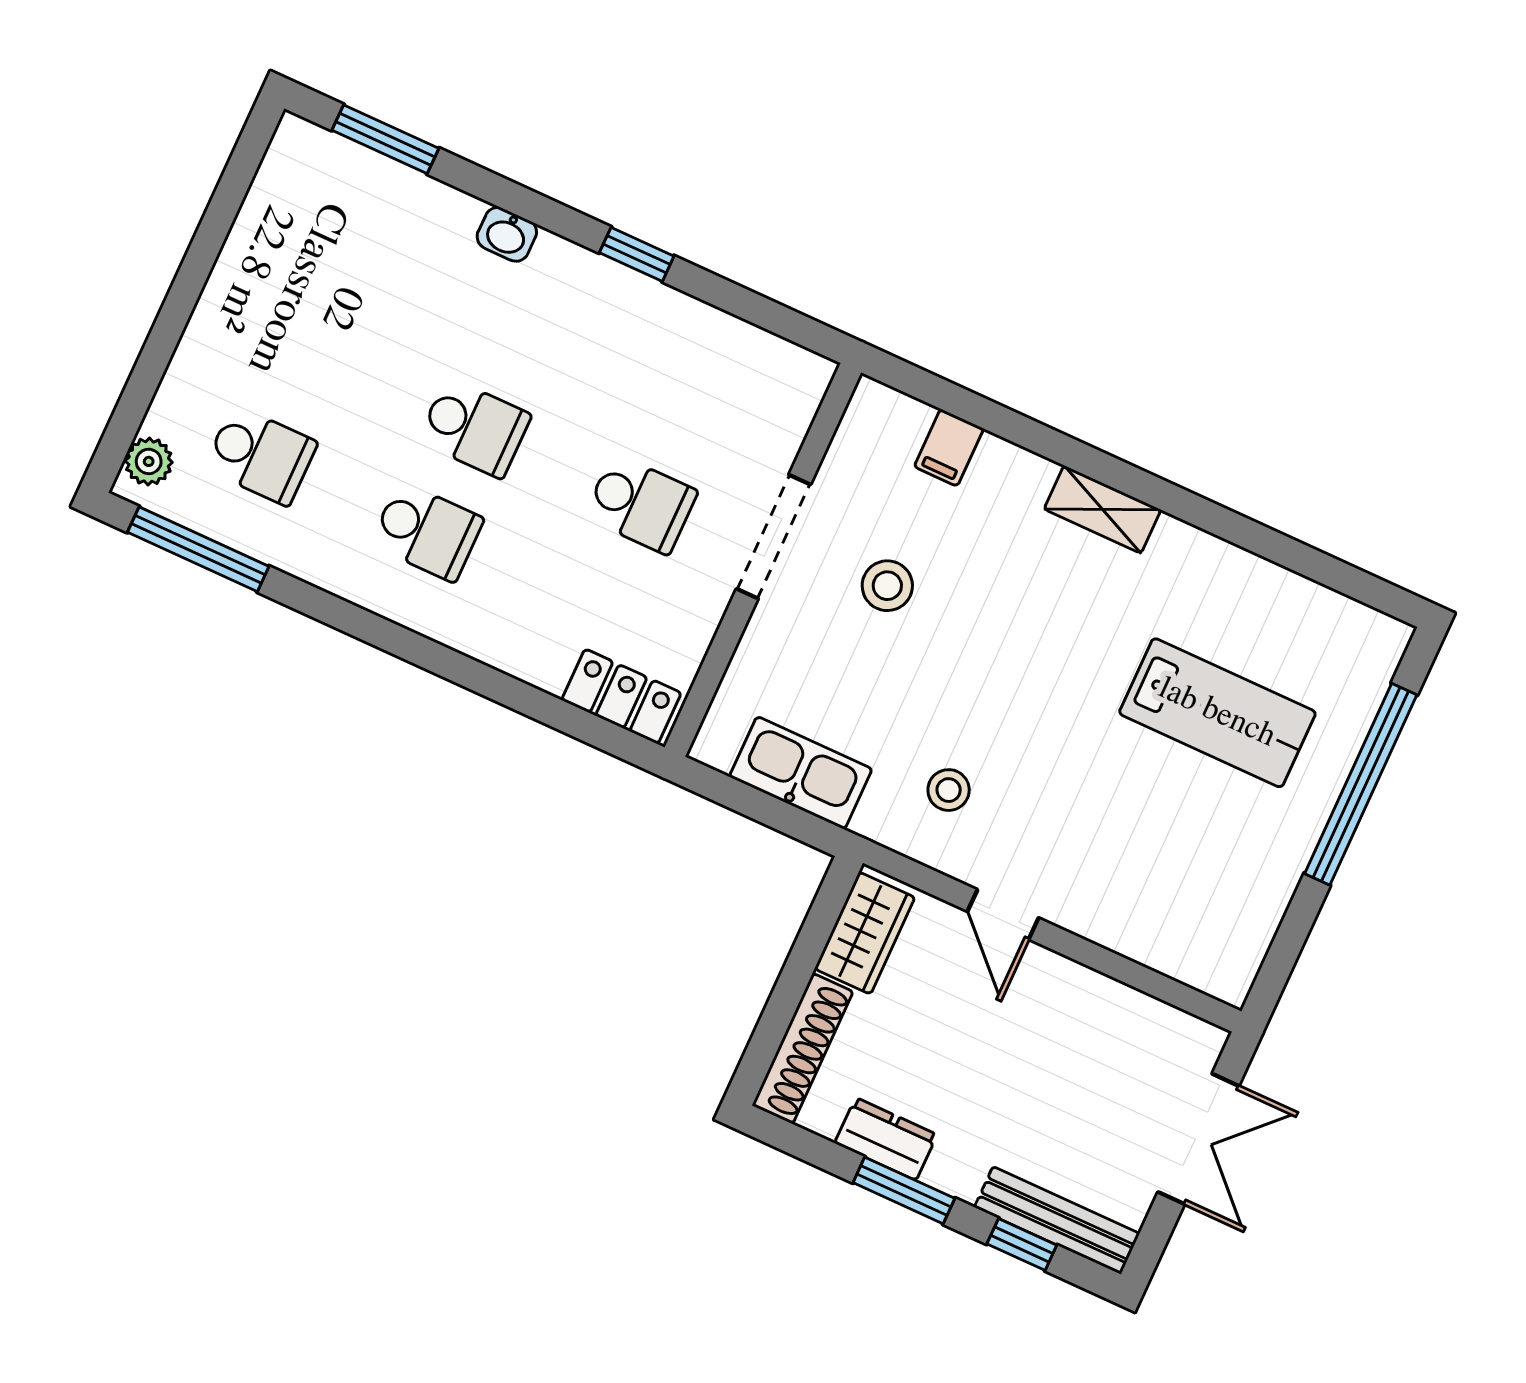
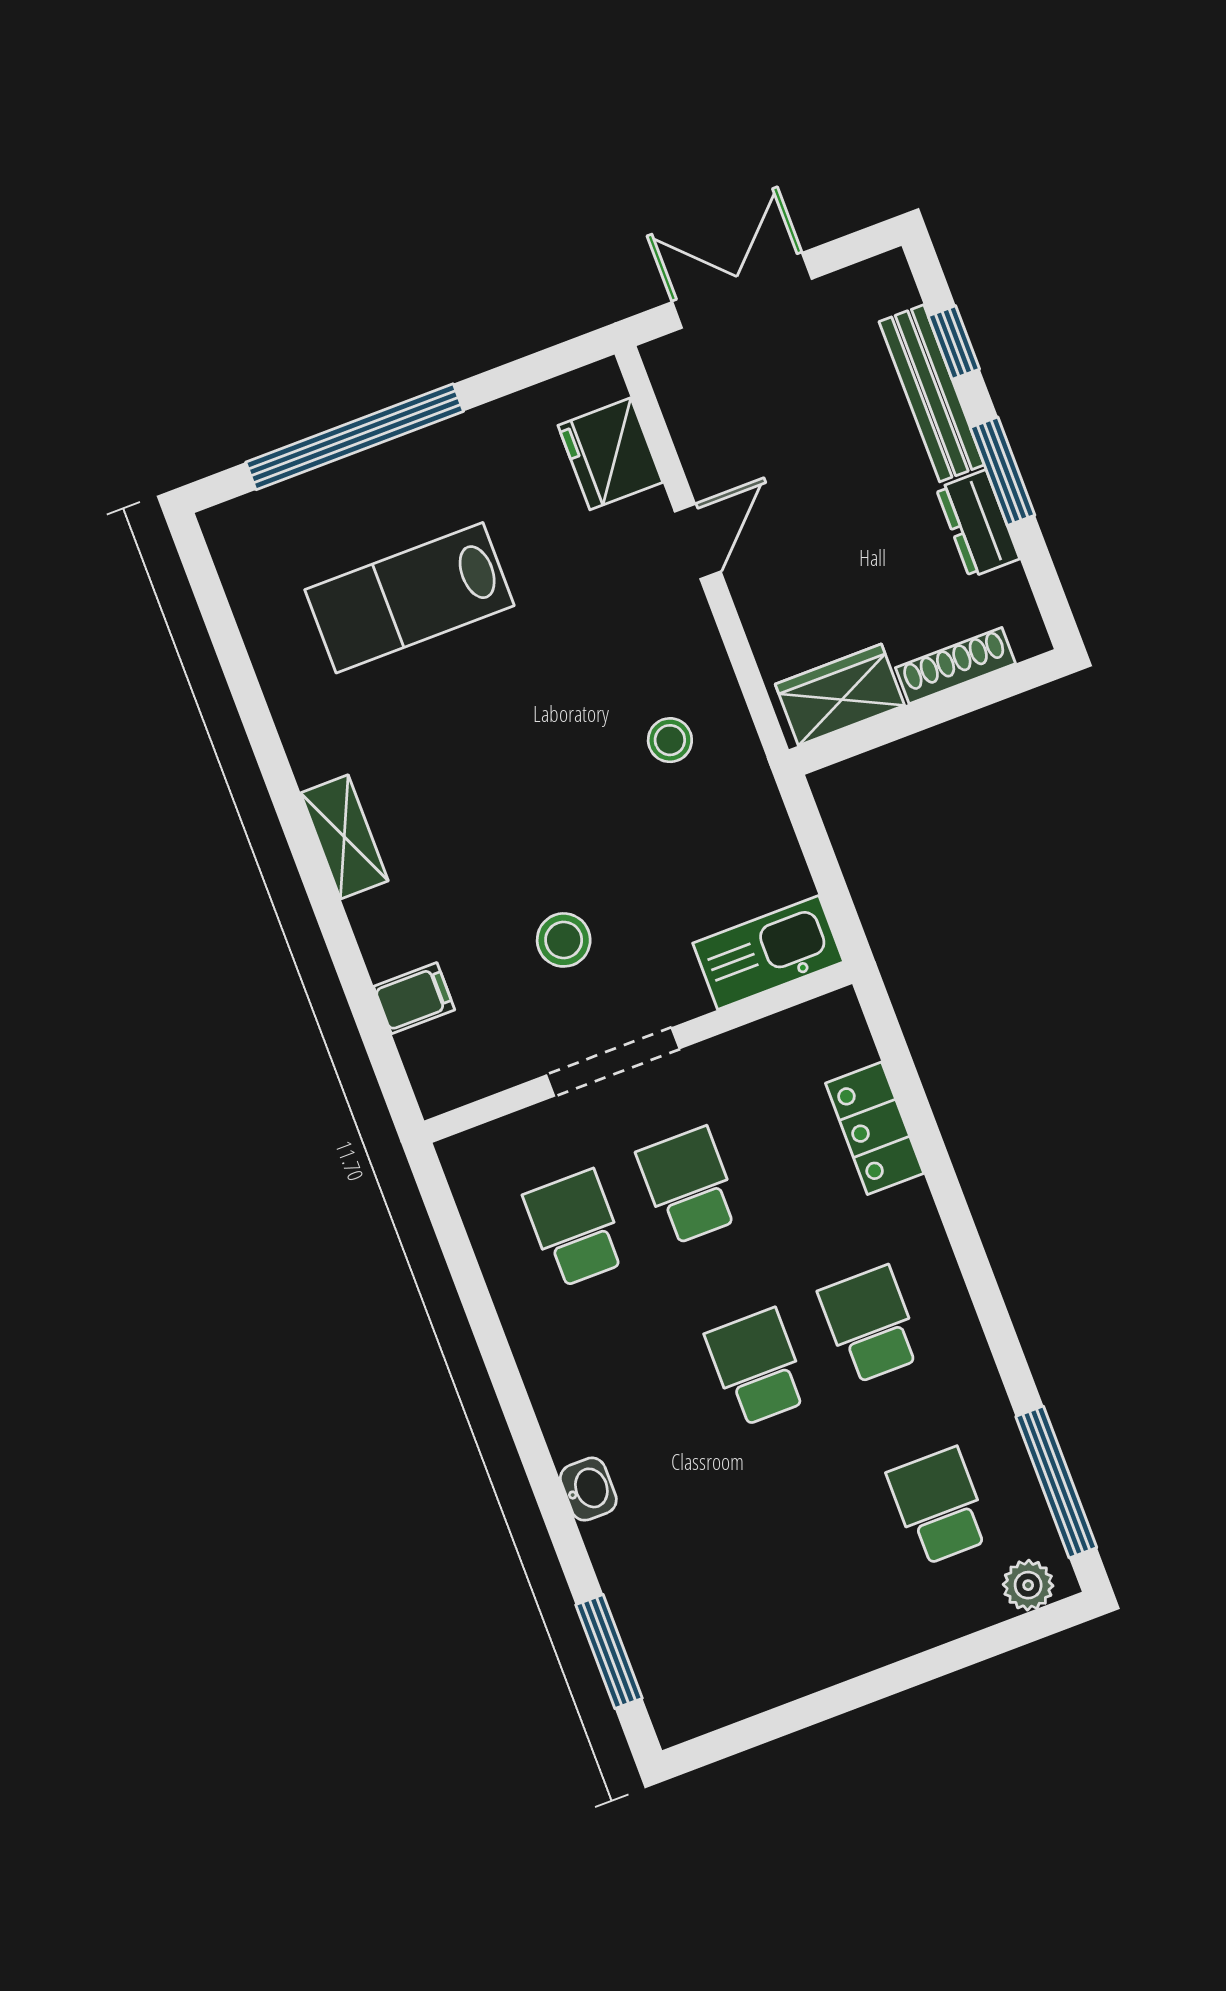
window: (637, 254) -> (505, 1377), removed
school desk: (688, 400) -> (575, 1228), added
locker: (621, 696) -> (875, 1128), moved
lab bench: (1217, 713) -> (409, 598), turned -90
kitchen sink: (801, 773) -> (768, 953), moved, turned 90
door: (1003, 915) -> (698, 541), moved
fridge: (1178, 942) -> (610, 454), added
shoe rack: (803, 1049) -> (955, 666), width x0.74, depth x0.81
bench: (1057, 1220) -> (932, 393), moved

